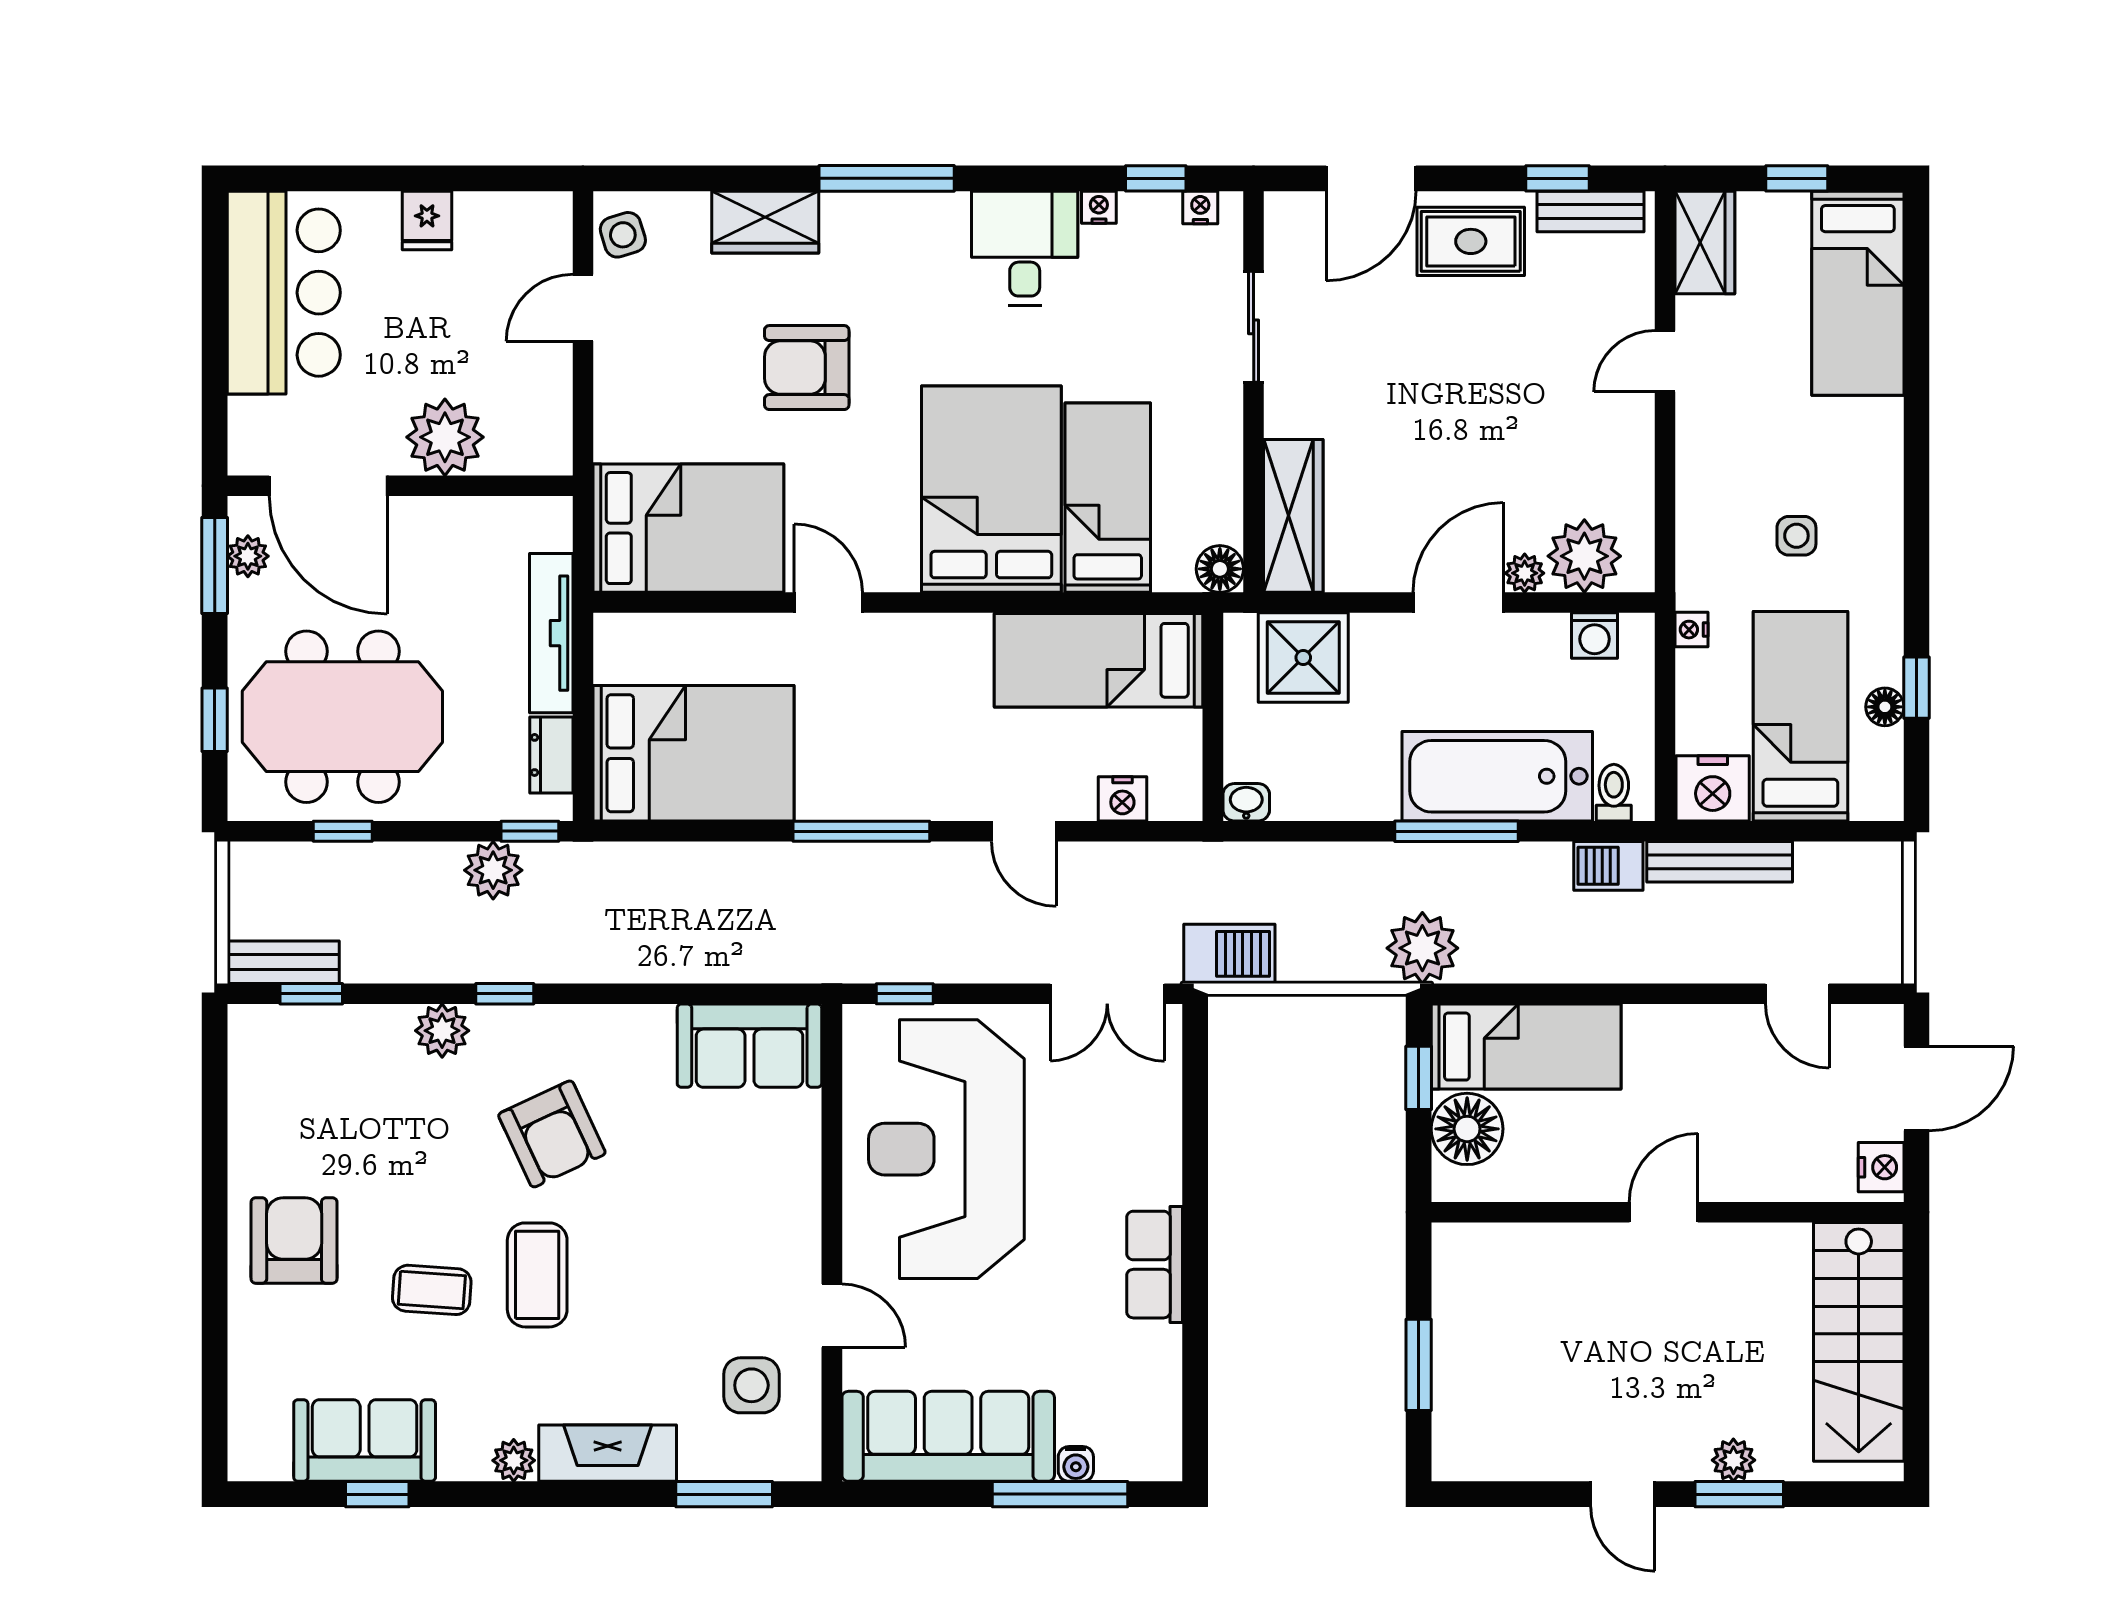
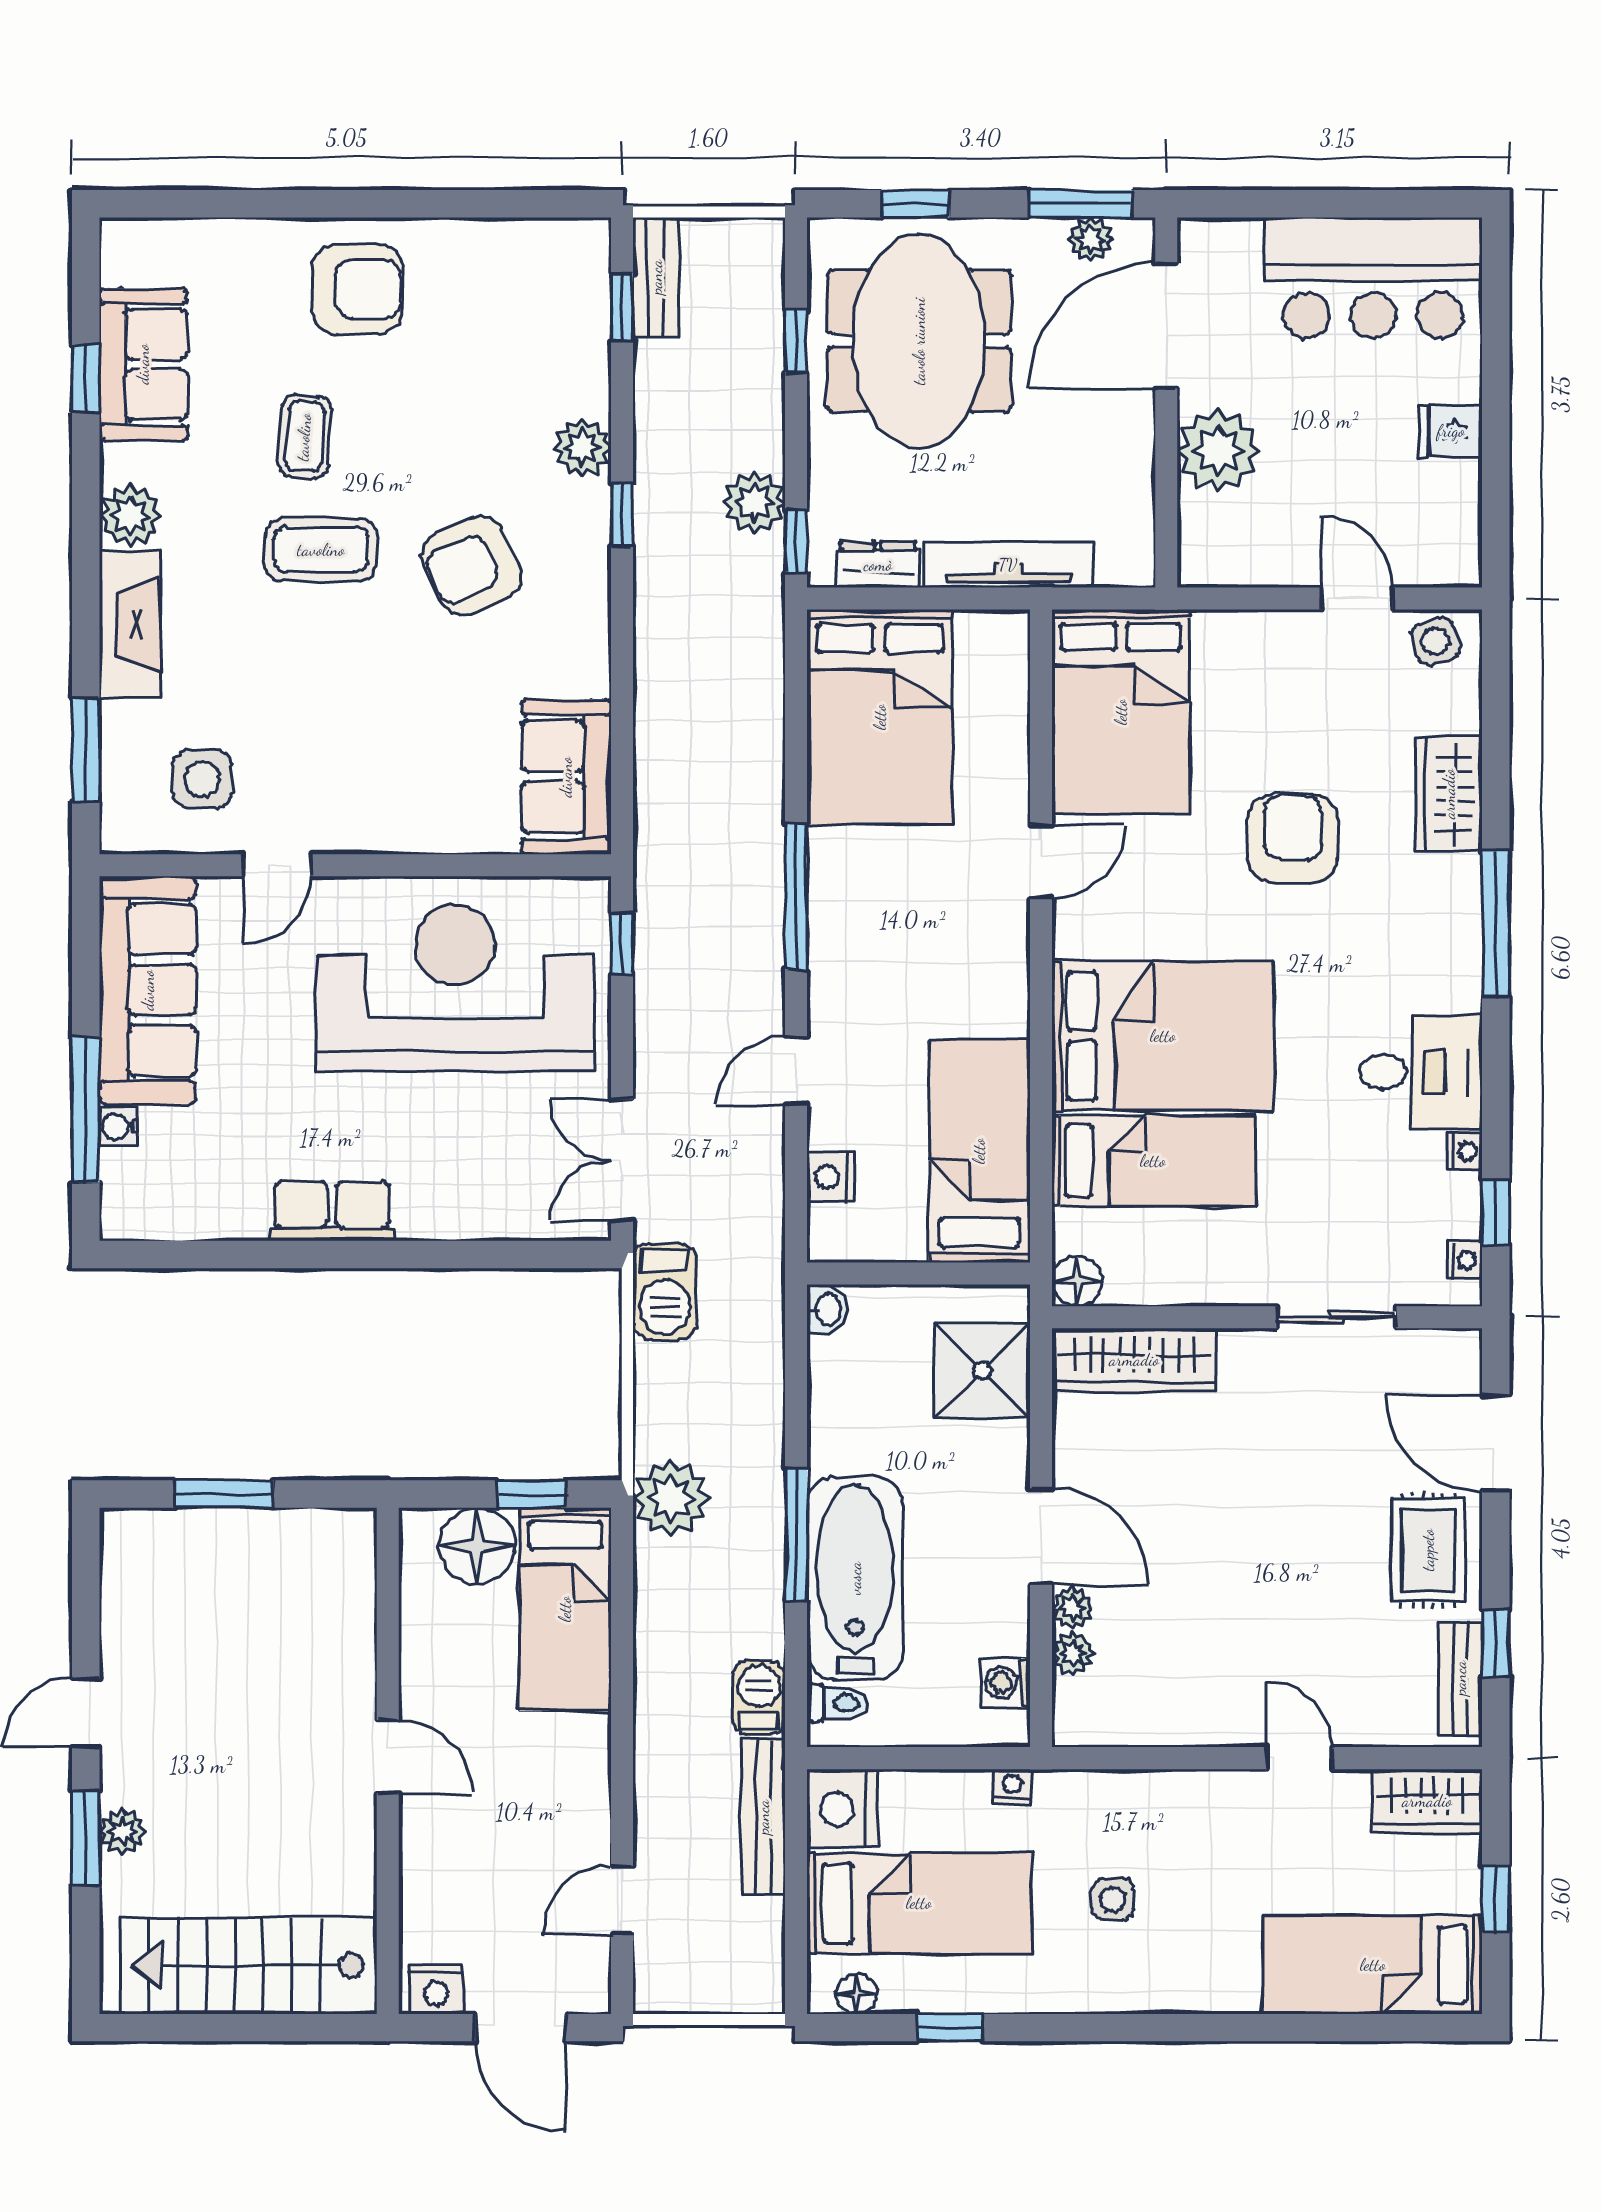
plant: (1584, 556) -> (1073, 1654), width x0.53, depth x0.53
floor lamp: (1885, 707) -> (856, 1994), moved
plant: (514, 1460) -> (130, 516), width x1.38, depth x1.38

